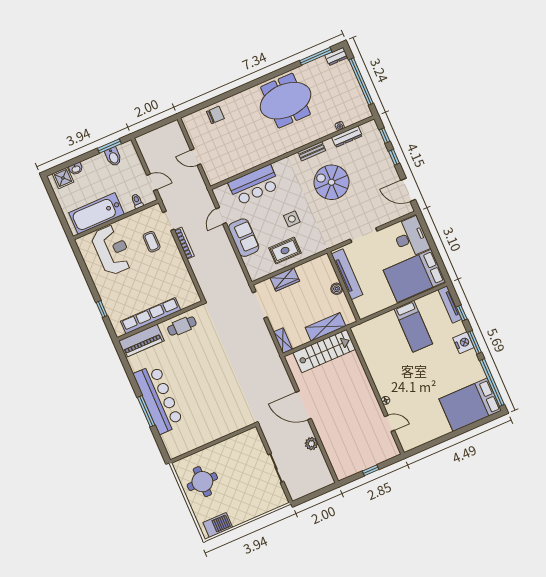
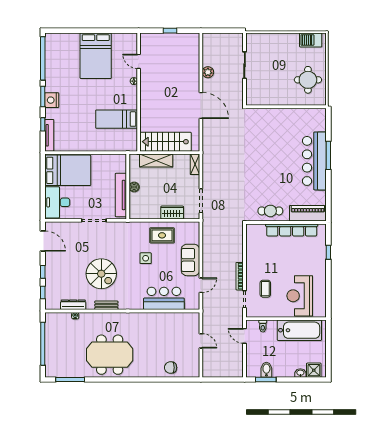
dresser: (336, 56) -> (54, 372), removed
bed: (413, 326) -> (117, 119), moved, turned -90
bed: (470, 405) -> (96, 56), moved, turned 90

